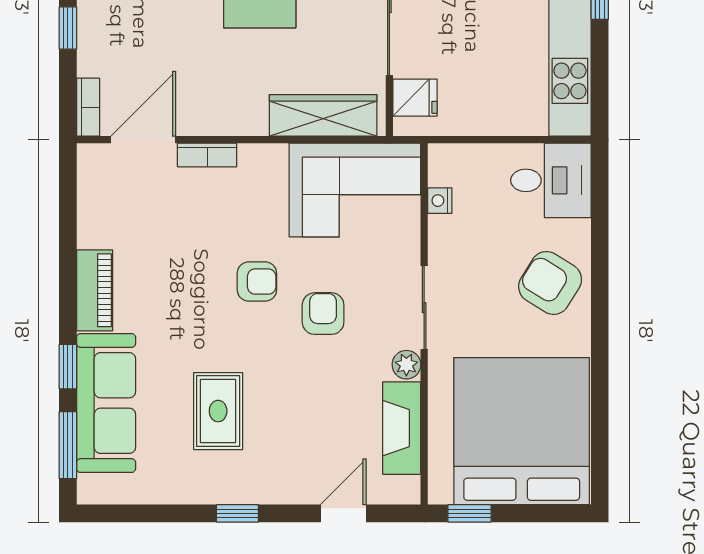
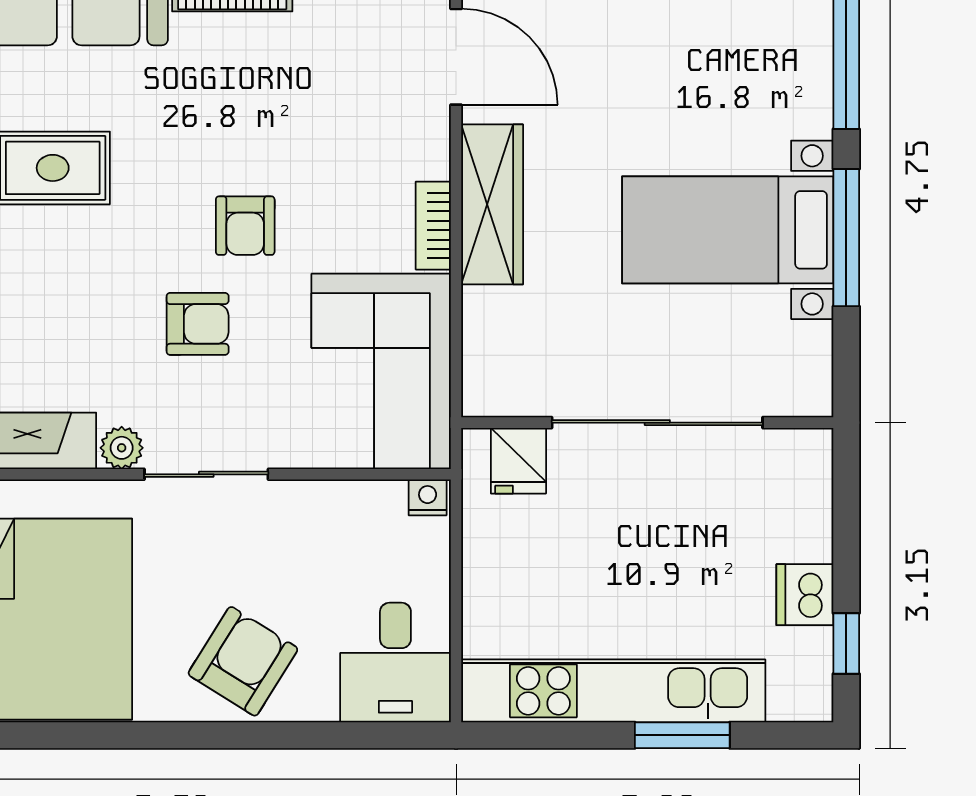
wardrobe: (323, 115) -> (492, 204), moved
bookcase: (207, 155) -> (433, 226), moved
nightstand: (440, 201) -> (428, 497), moved

